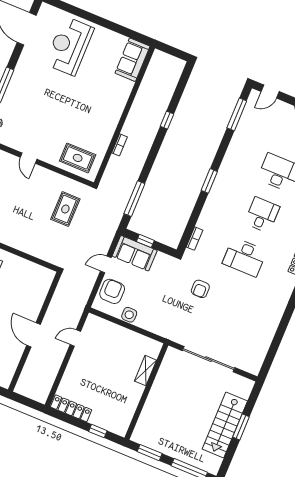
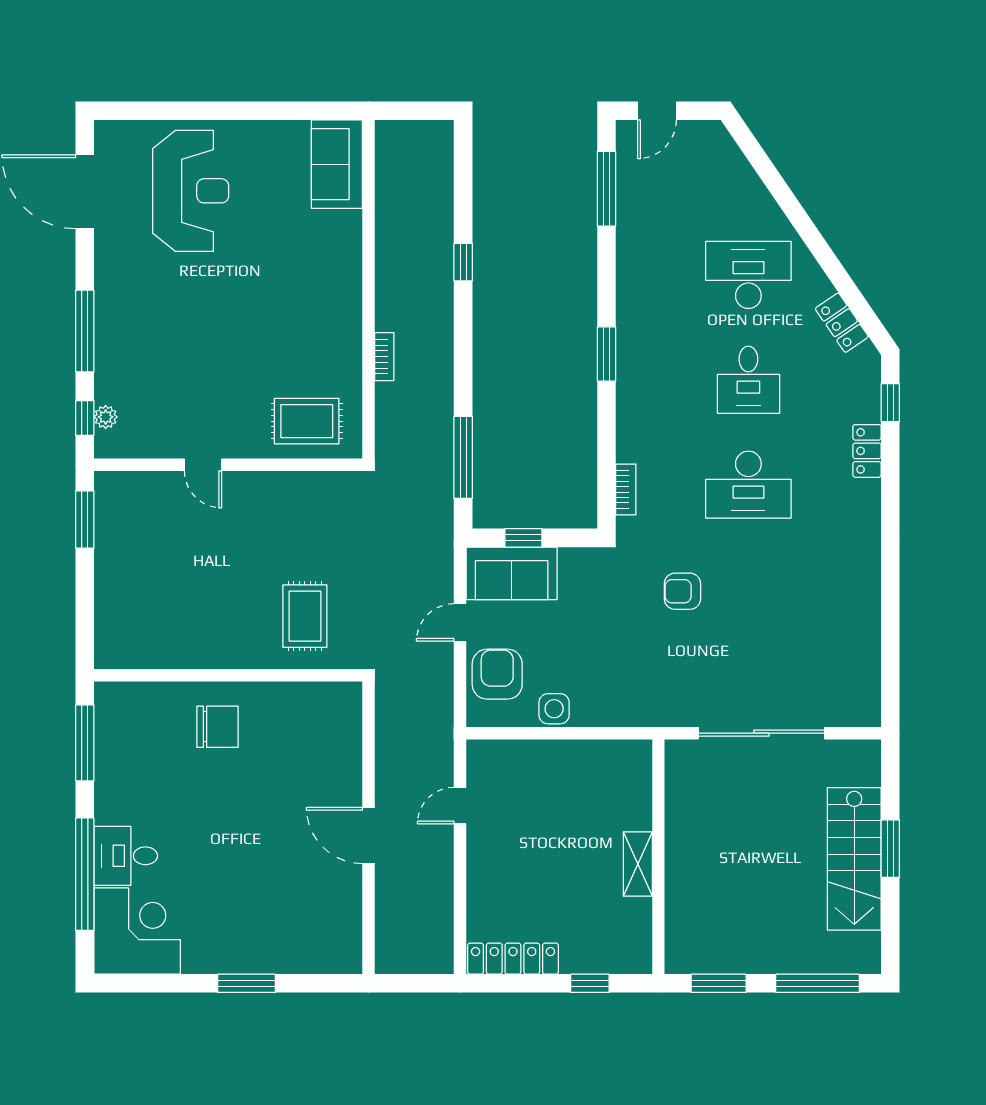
reception desk: (69, 46) -> (191, 191), turned 180
rug: (65, 209) -> (305, 616), moved
desk: (262, 215) -> (748, 380), turned 180
armchair: (200, 289) -> (682, 591), turned 90
shelving: (145, 371) -> (638, 864), moved

